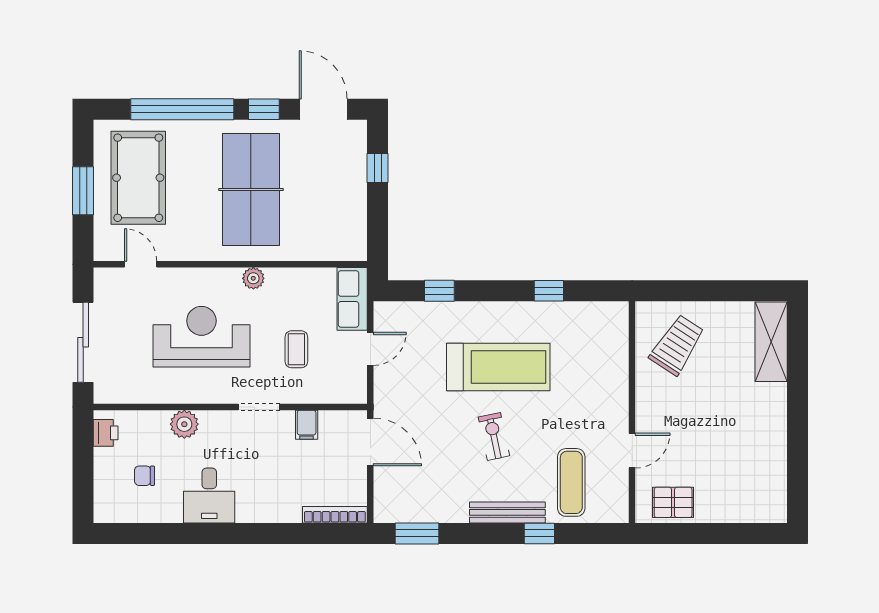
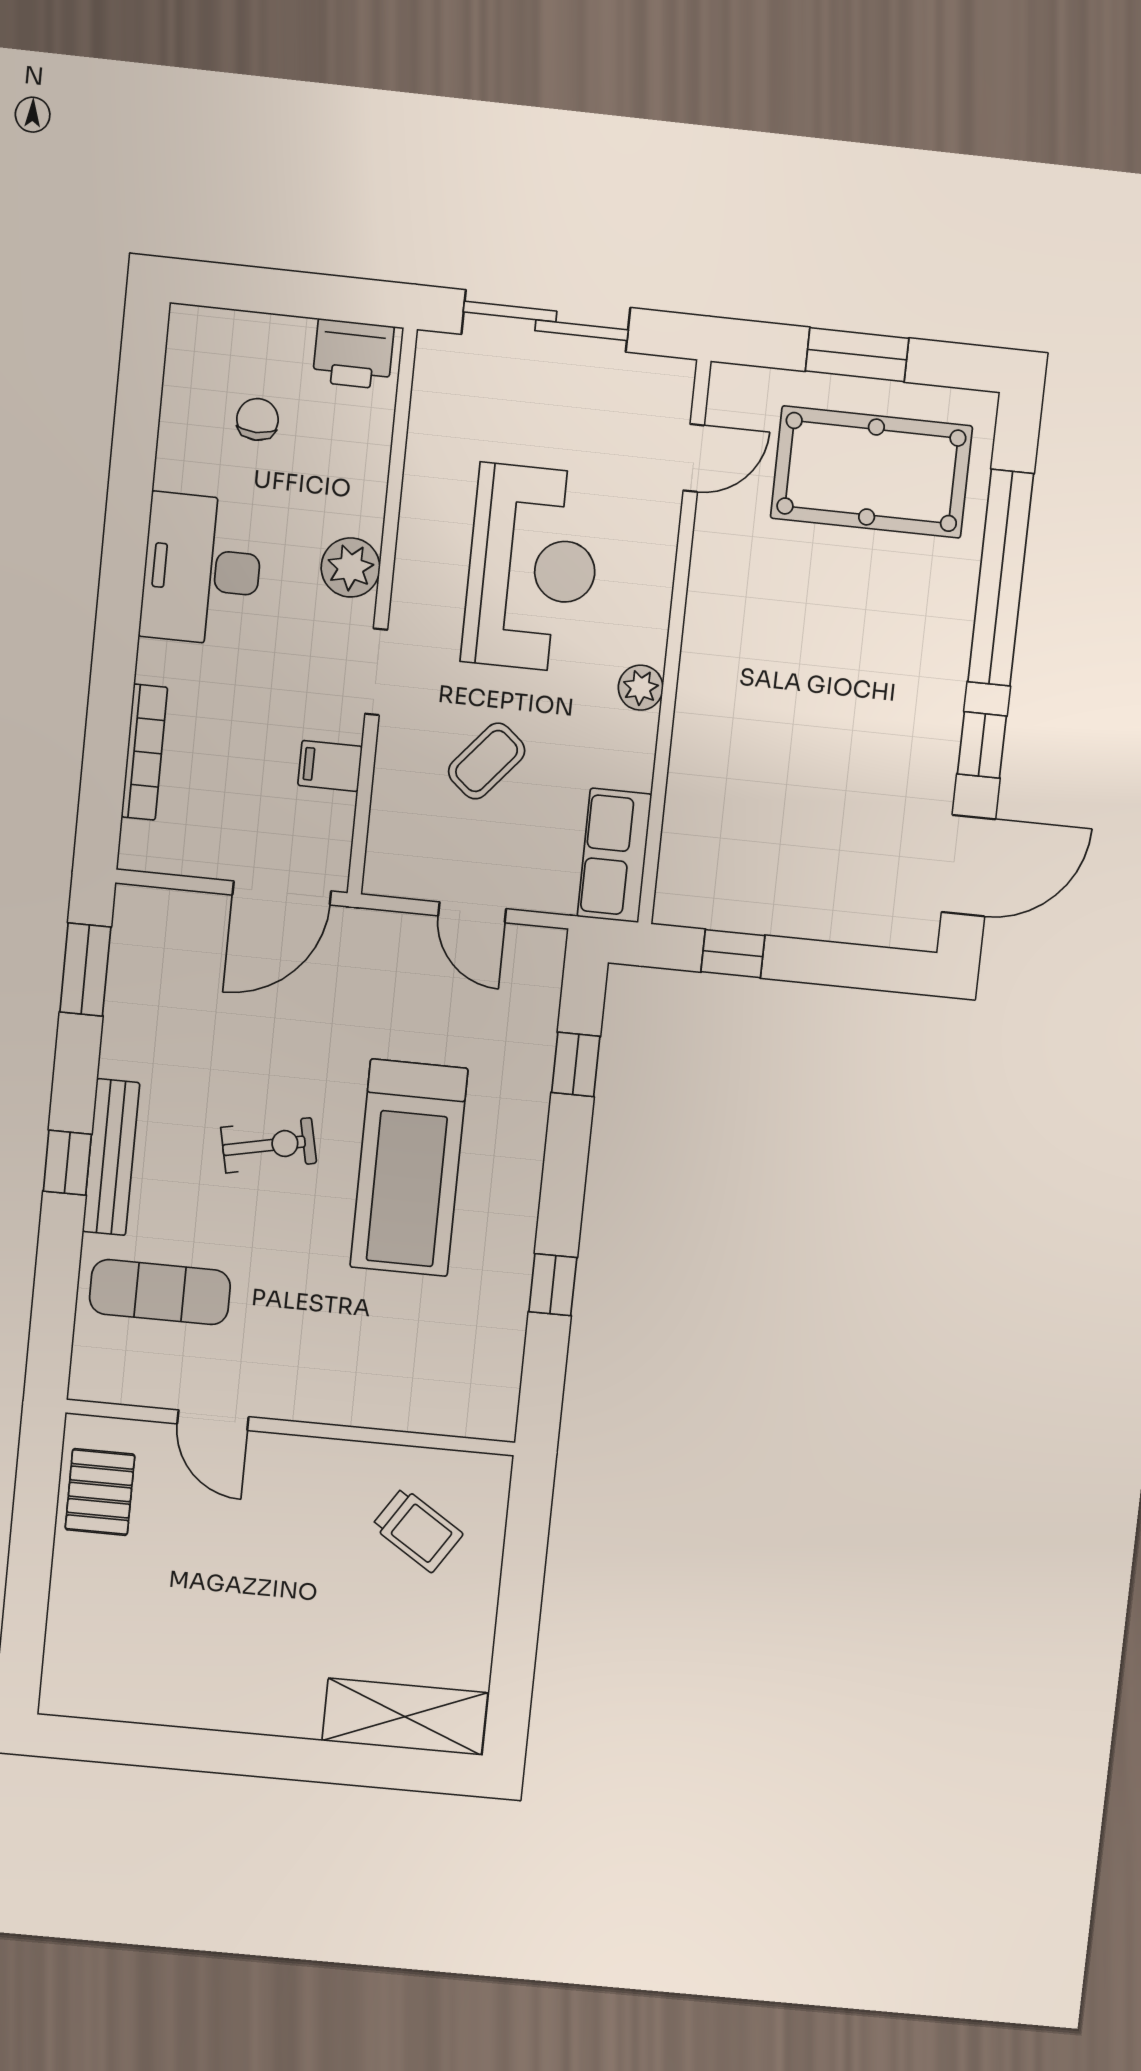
window: (378, 168) -> (733, 954), moved
table tennis table: (251, 189) -> (822, 702), removed
row of seats: (352, 299) -> (614, 855), moved, turned -90
trolley: (677, 345) -> (417, 1530), width x0.73, depth x0.72
coffee table: (296, 349) -> (487, 761), turned -50
plant: (184, 424) -> (351, 567), moved
printer: (106, 433) -> (353, 354), width x1.36, depth x1.24
desk: (209, 495) -> (202, 569), width x1.37
bookcase: (335, 515) -> (144, 752), moved
window: (539, 533) -> (67, 1163), moved

